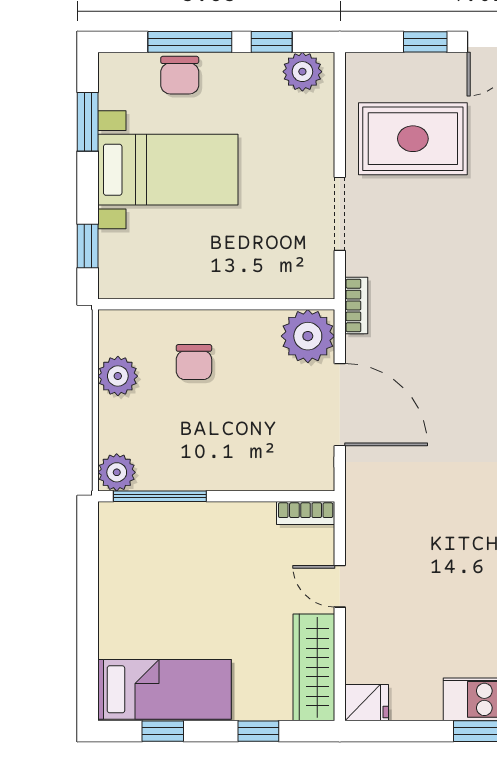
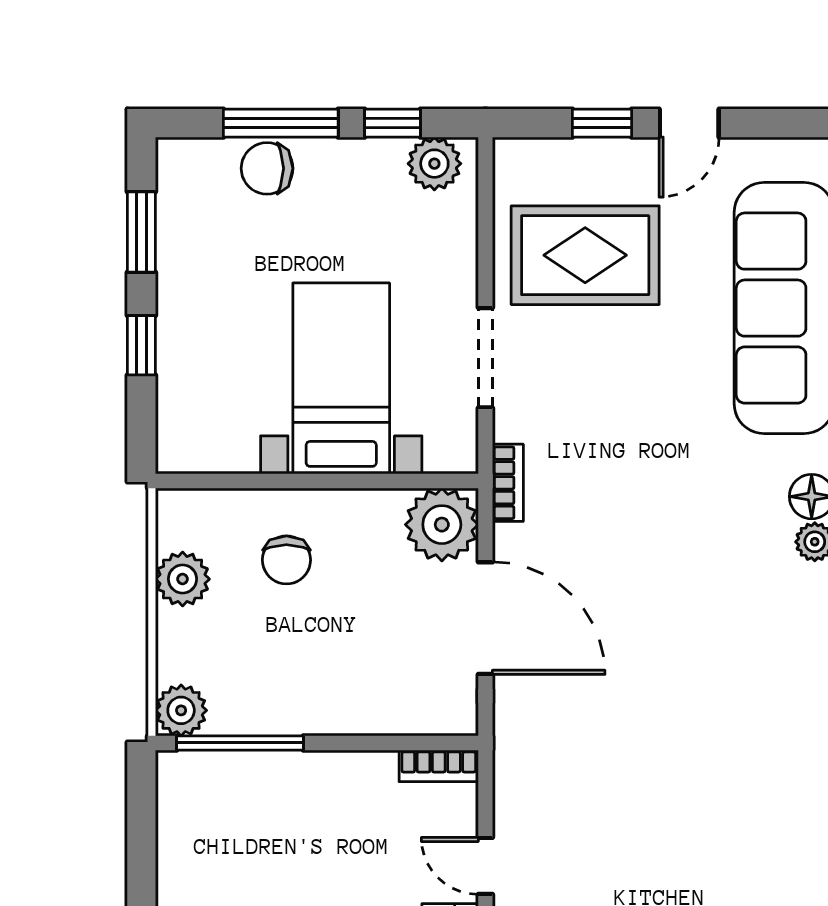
chair: (180, 75) -> (267, 168), turned 90
bed with nightstands: (168, 170) -> (341, 378), moved, turned -90
window: (88, 246) -> (141, 345), moved

